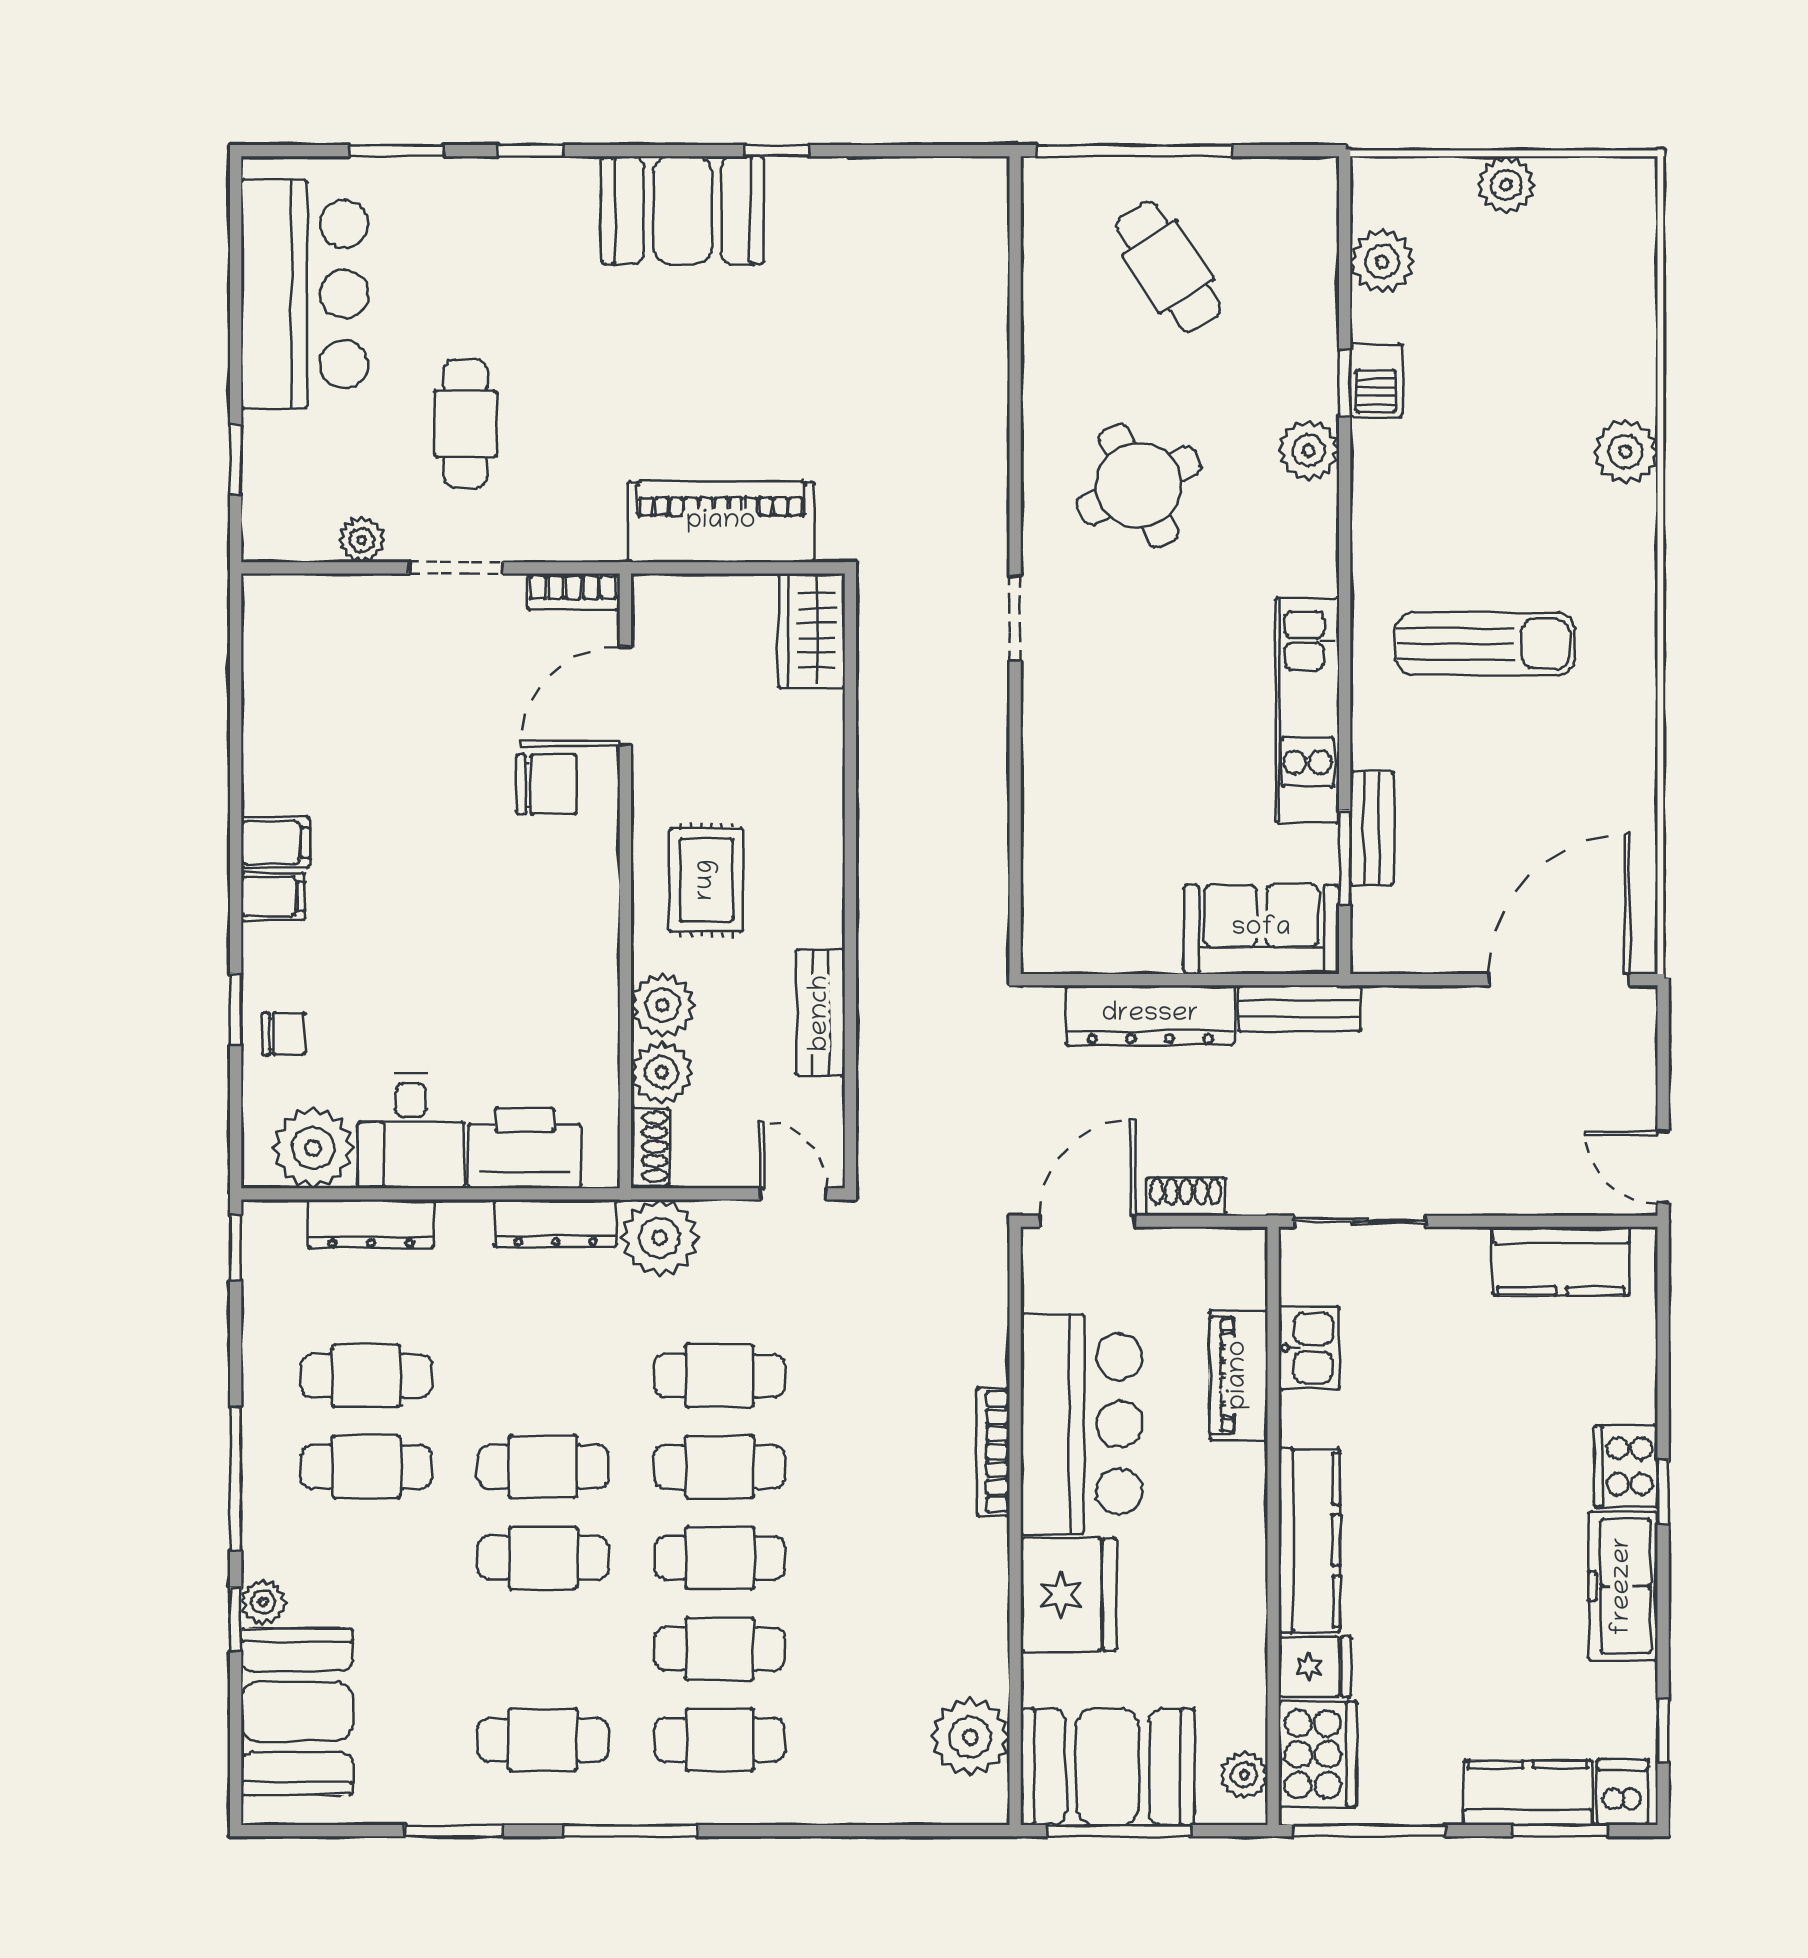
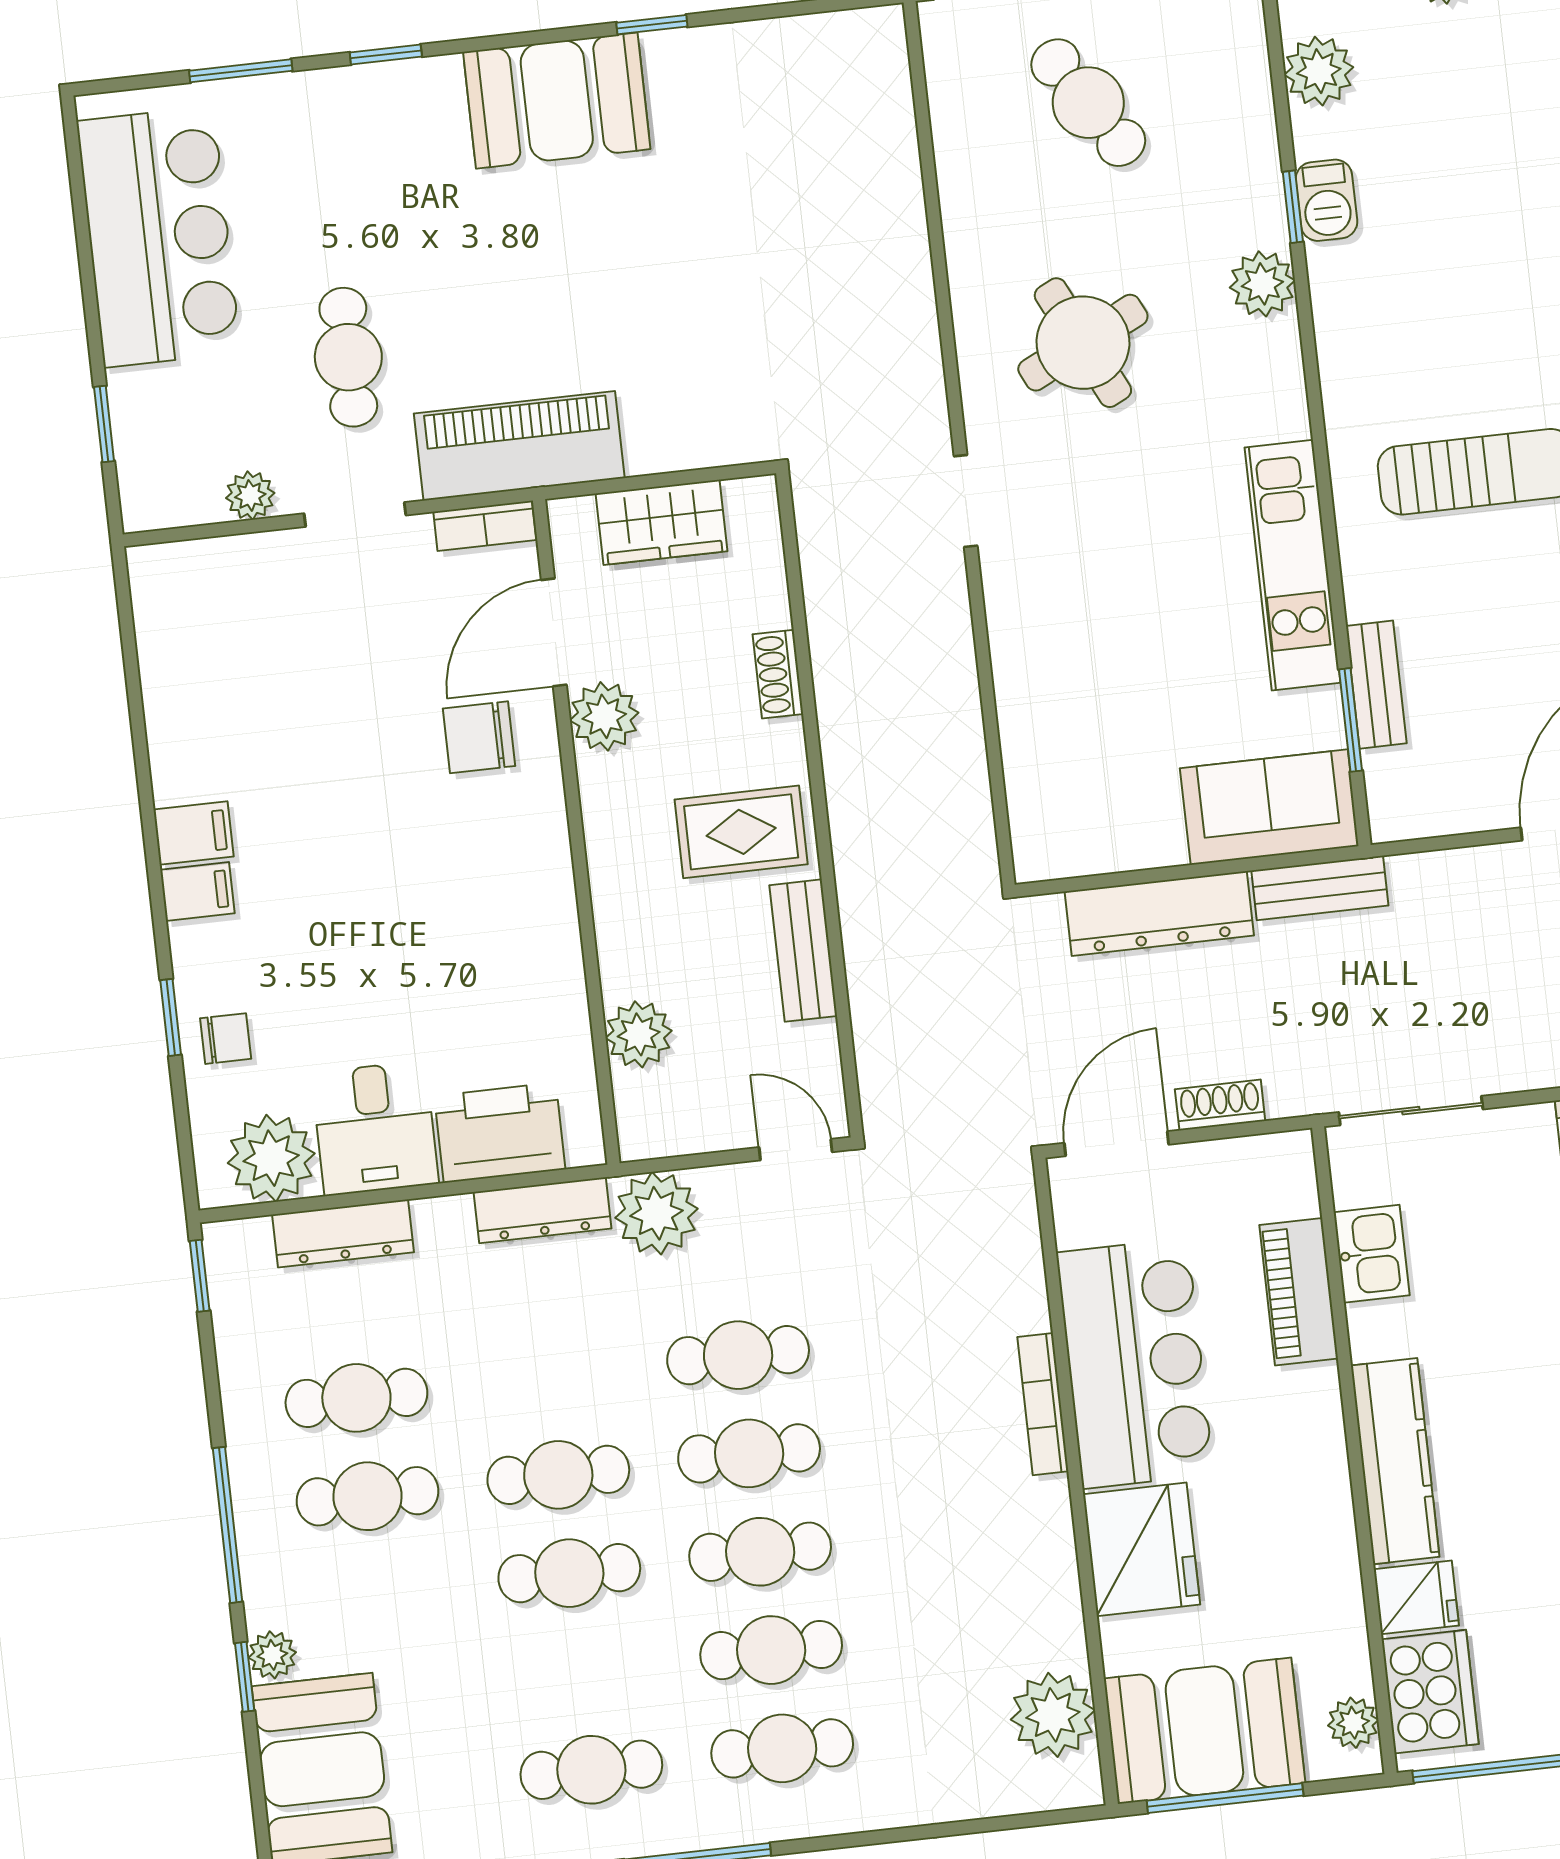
piano: (721, 522) -> (519, 446), moved
wardrobe: (812, 631) -> (661, 522), moved, turned -90
chair: (546, 784) -> (479, 737), turned 180
rug: (706, 880) -> (741, 832), moved, turned 90
plant: (663, 1005) -> (604, 716), moved
shoe rack: (650, 1147) -> (778, 674), moved, turned 180

